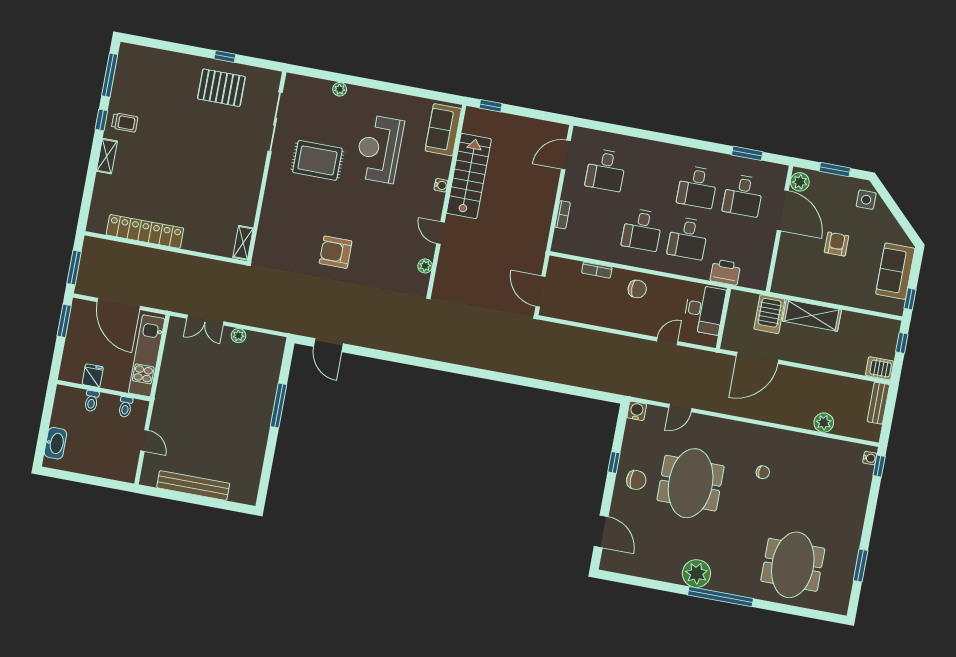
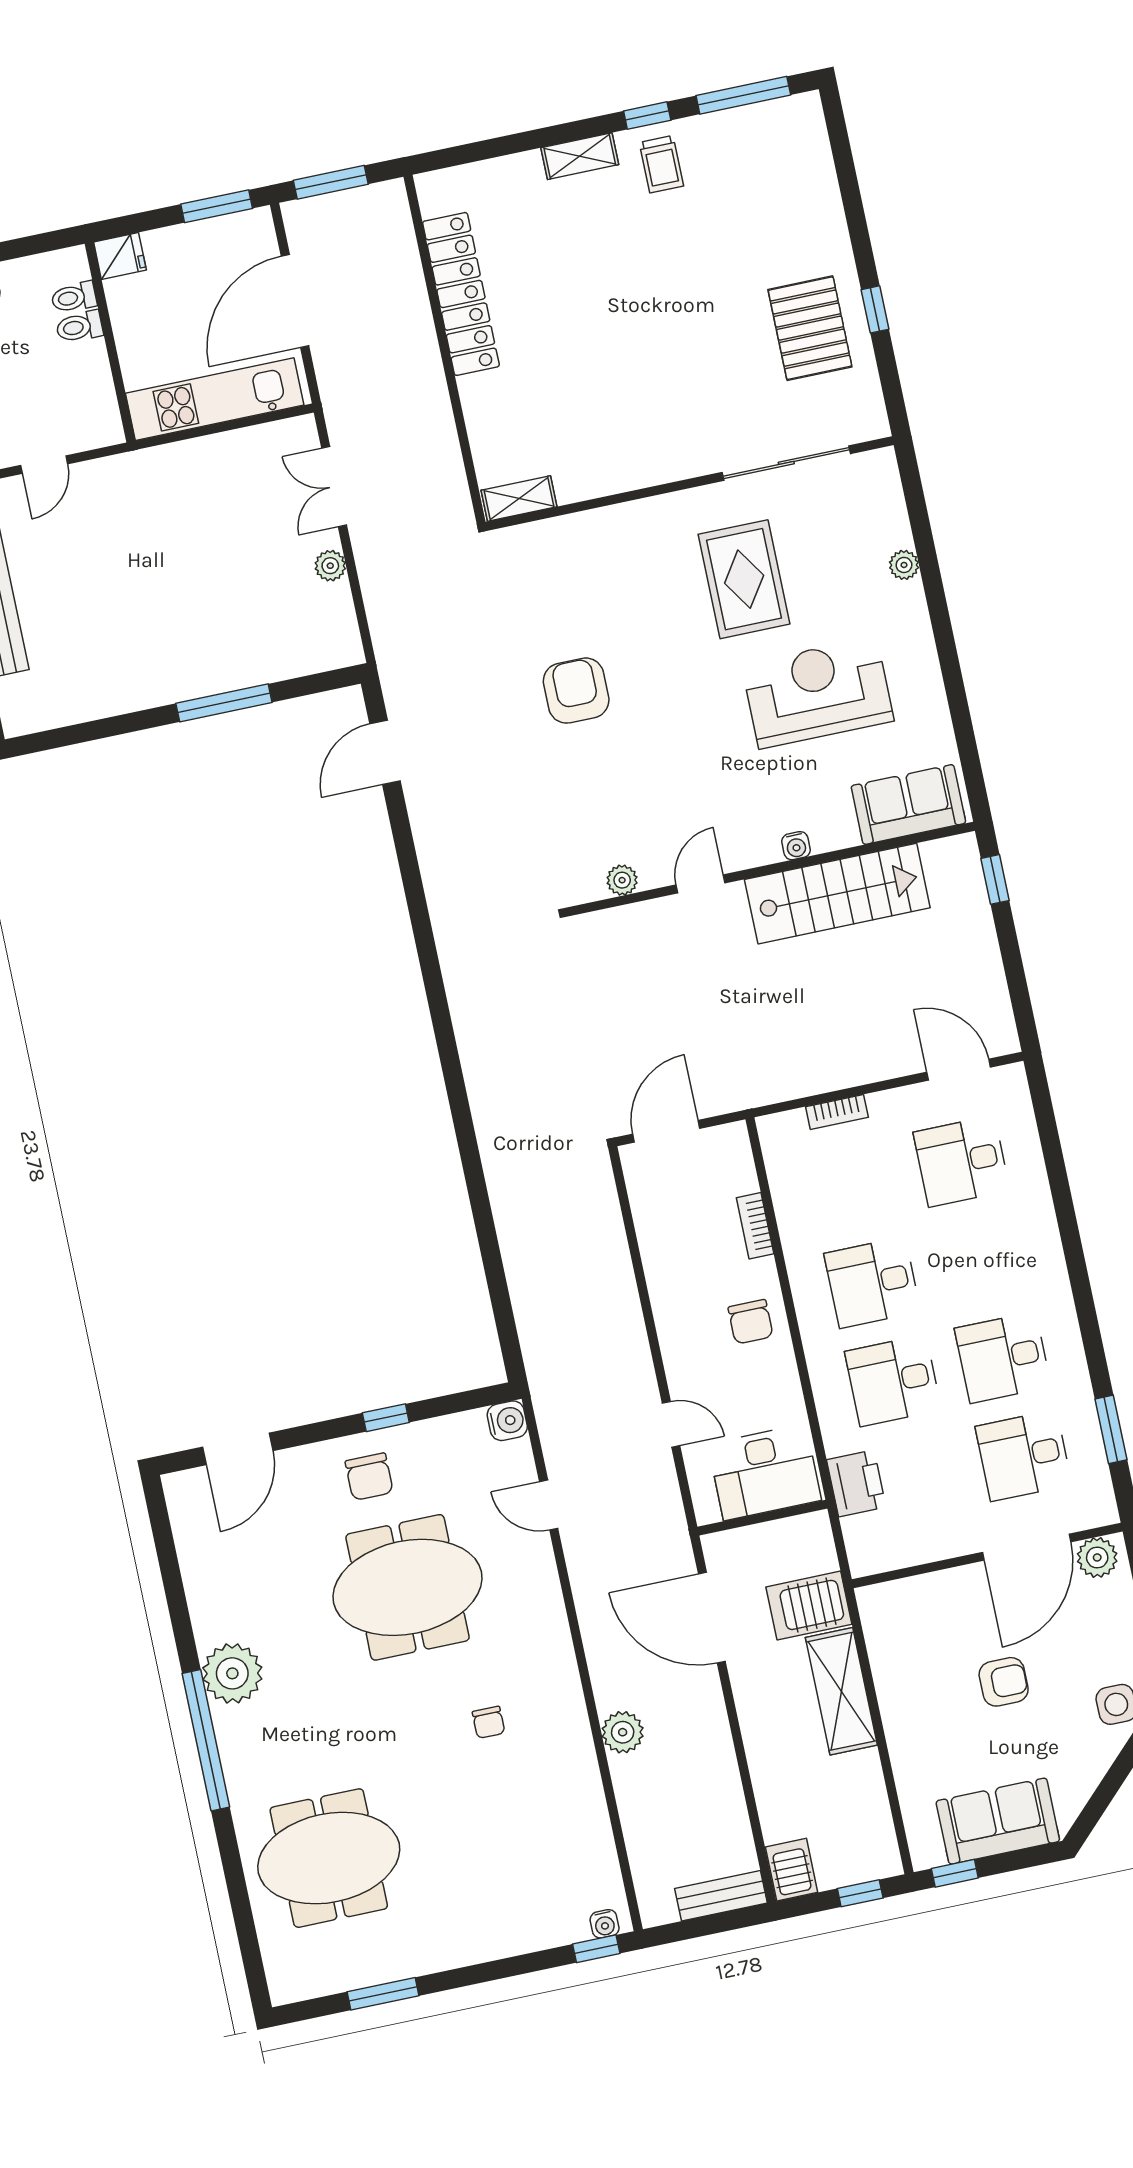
fridge: (93, 376) -> (120, 256), moved
toilet: (125, 407) -> (74, 297), moved
plant: (824, 423) -> (623, 1732), moved

